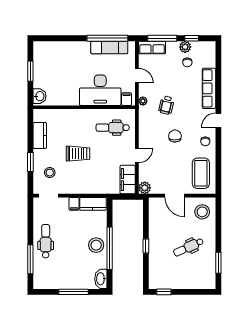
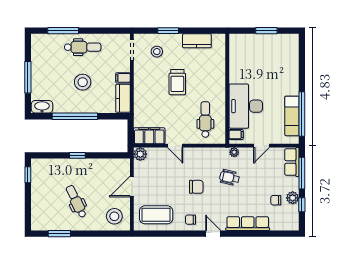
washbasin: (40, 96) -> (239, 41), removed
stool: (96, 245) -> (83, 82), moved

